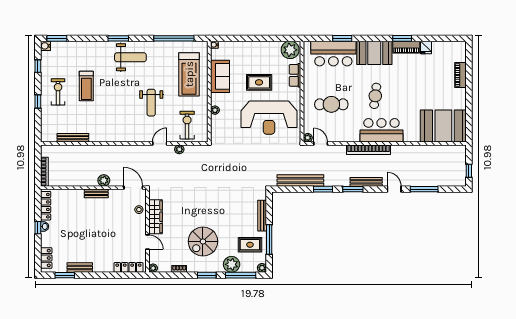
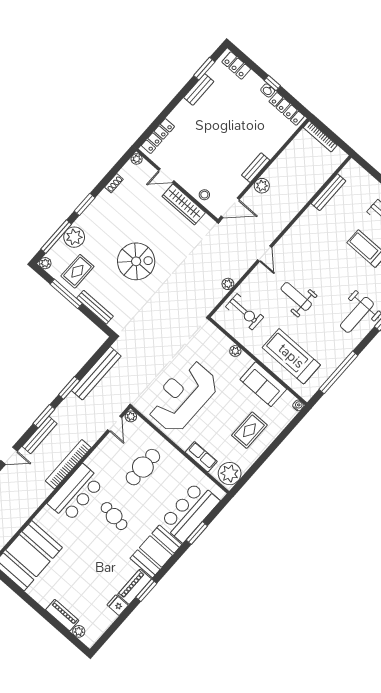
plant: (462, 57) -> (79, 631), added
rug: (259, 82) -> (249, 430), moved
door: (160, 143) -> (265, 254), moved
door: (321, 143) -> (115, 424), hinge flipped
spiral stairs: (203, 241) -> (136, 261), moved, turned 90

